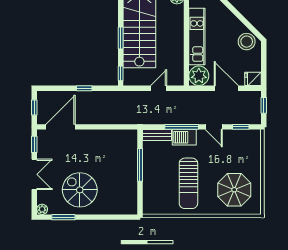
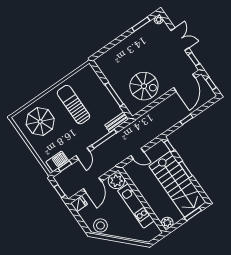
door: (159, 88) -> (137, 154), hinge flipped
door: (226, 88) -> (92, 185), hinge flipped
door: (214, 127) -> (83, 154), swing flipped
barbecue: (184, 137) -> (57, 161), moved
double door: (34, 174) -> (180, 39), swing flipped
spiral stairs: (80, 190) -> (144, 86), moved

